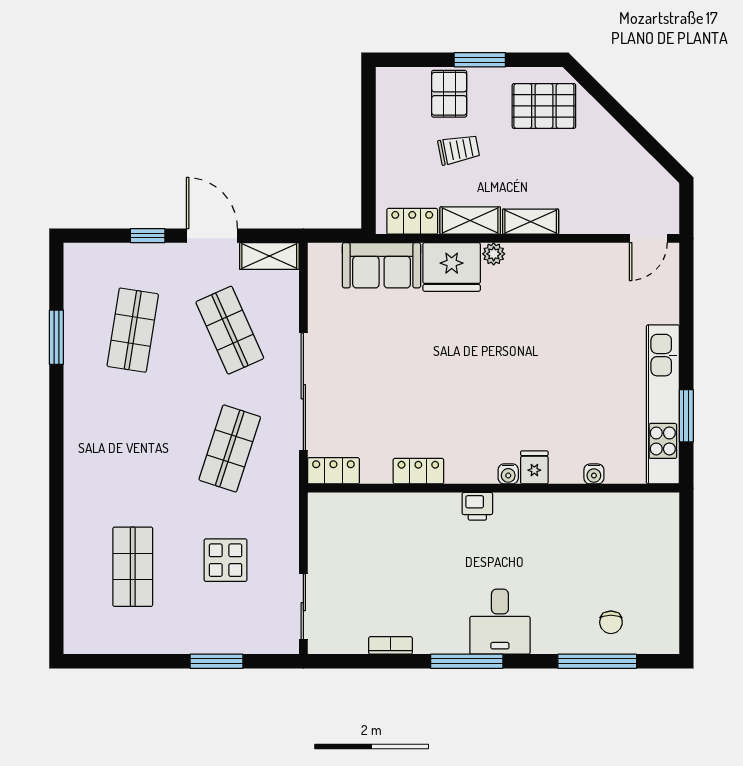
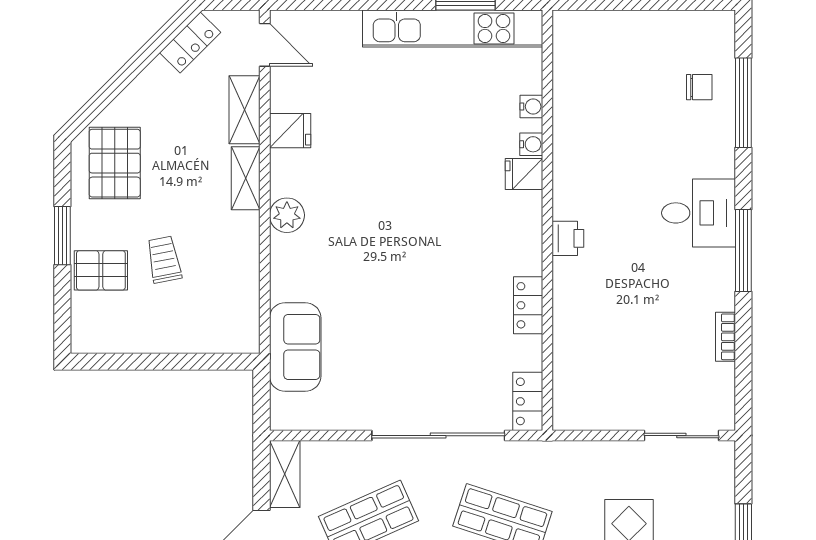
locker: (412, 221) -> (190, 43), moved, turned -135
shelving: (470, 221) -> (244, 110), moved
plant: (494, 254) -> (287, 215), width x1.38, depth x1.38
fridge: (452, 267) -> (290, 131), moved, width x0.53, depth x0.75
water cooler: (508, 474) -> (531, 144), moved

